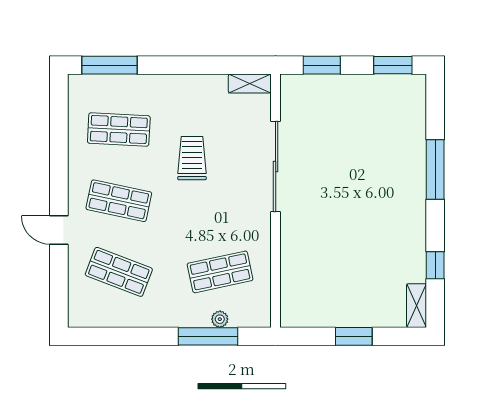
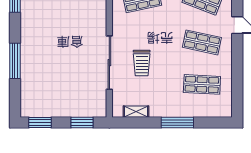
window: (109, 65) -> (177, 123), moved
shelving: (250, 83) -> (136, 112), moved
trolley: (192, 158) -> (142, 63), moved

